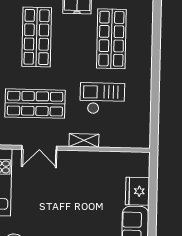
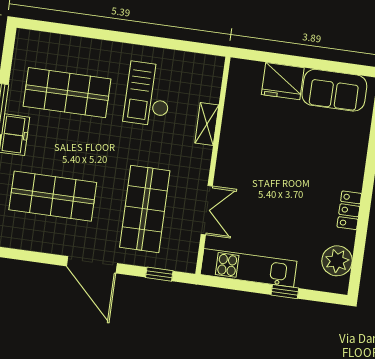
checkout: (102, 98) -> (148, 94), moved
shelving: (84, 140) -> (207, 124), moved

